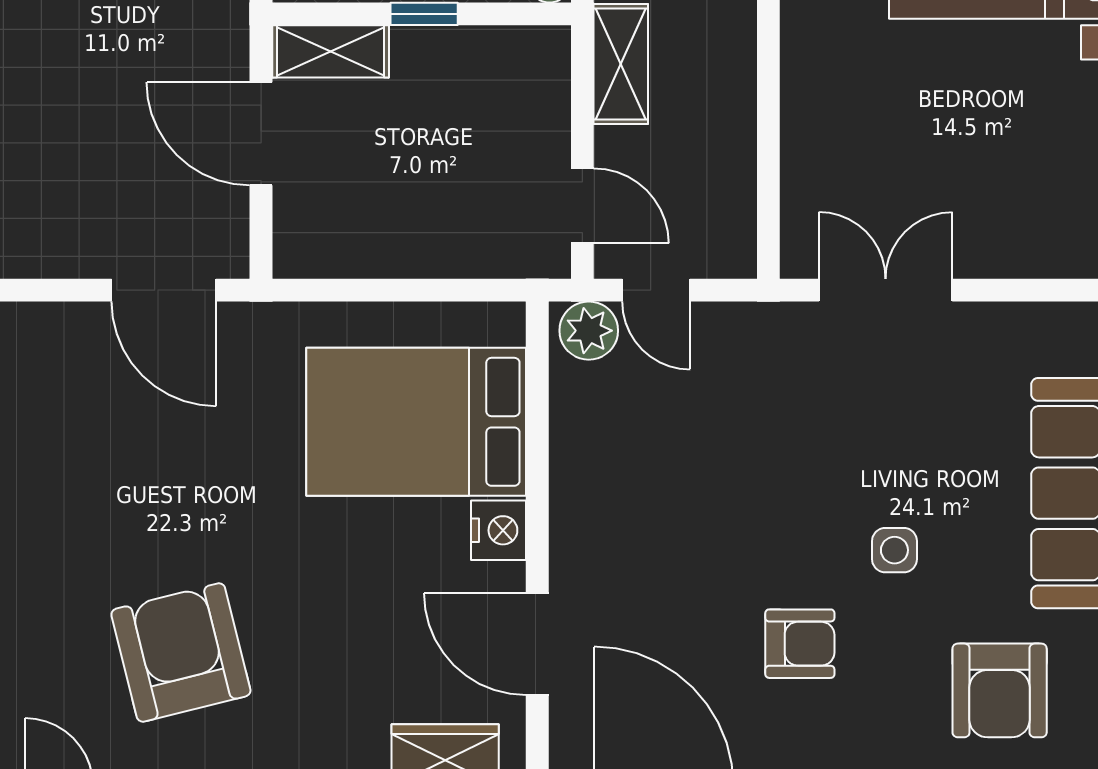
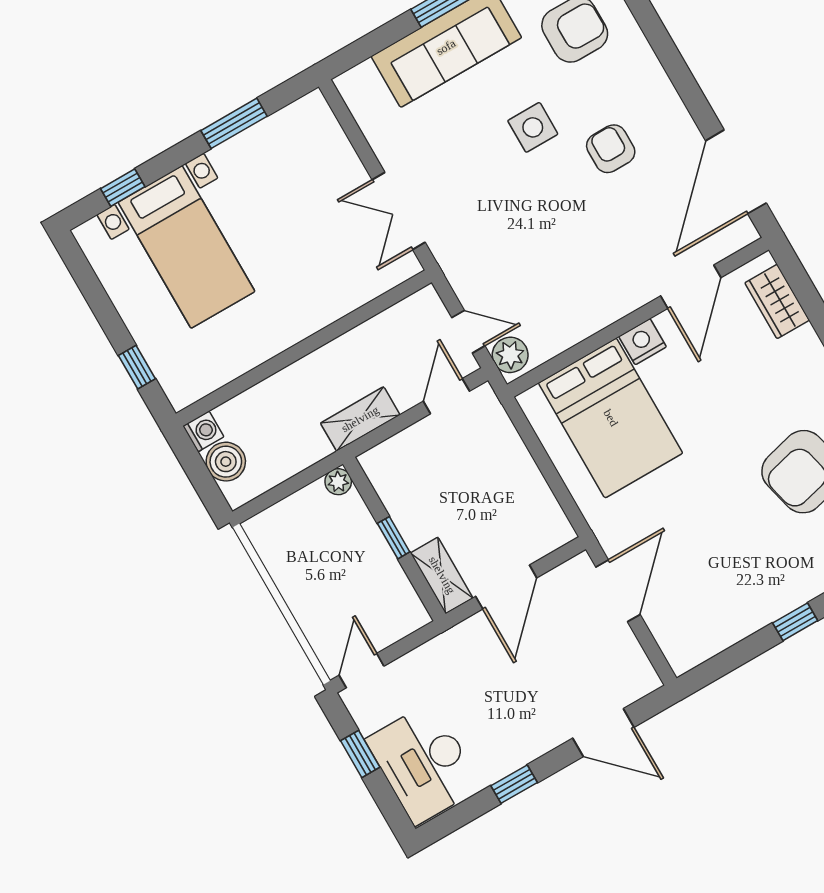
door: (656, 290) -> (468, 332), hinge flipped
side table: (894, 550) -> (533, 127), width x1.37, depth x1.37

